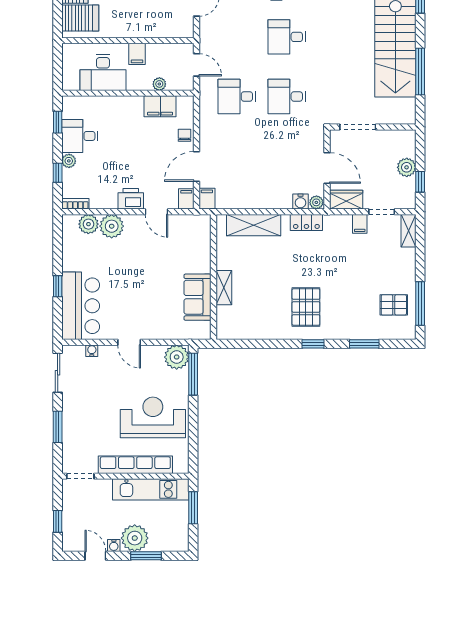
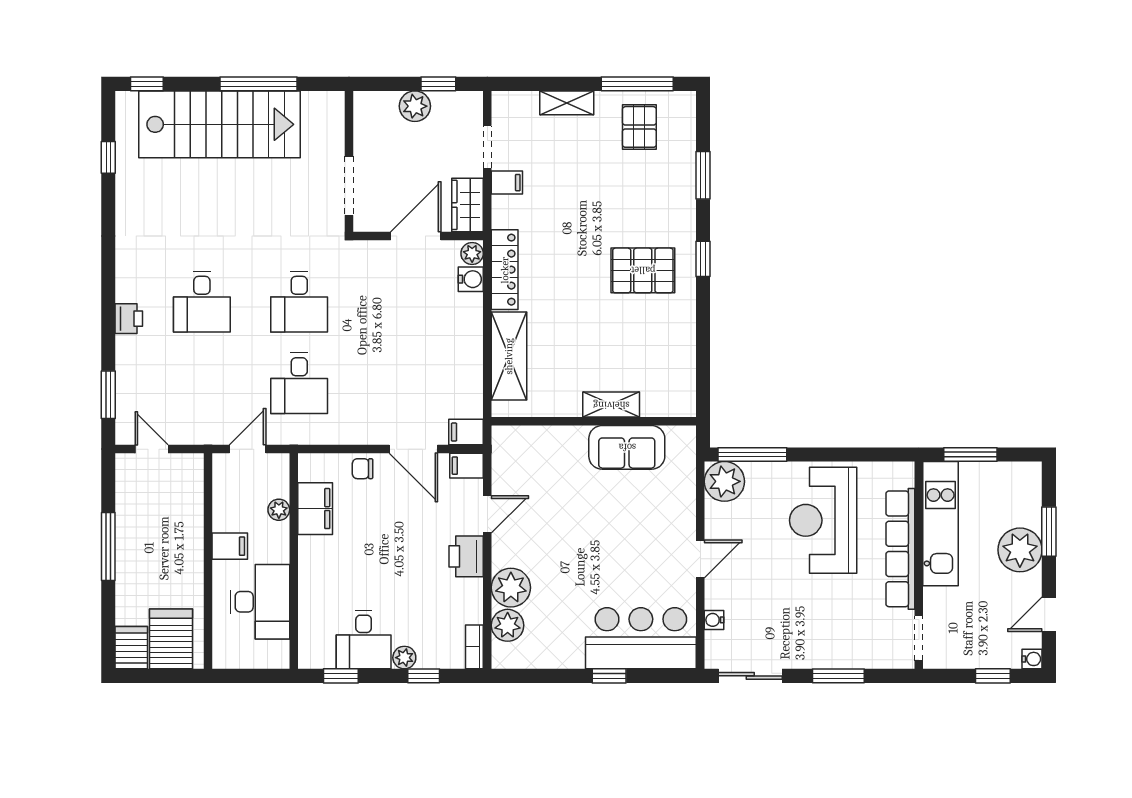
locker: (306, 222) -> (505, 270), width x1.53
shelving: (409, 231) -> (567, 103), moved
water cooler: (114, 545) -> (1032, 659), moved

